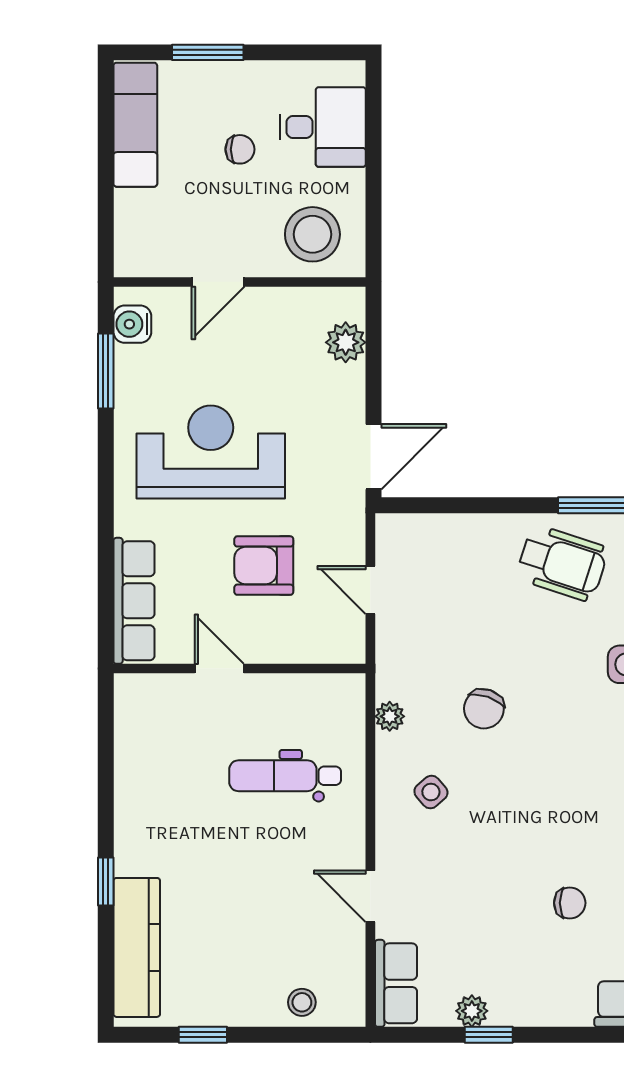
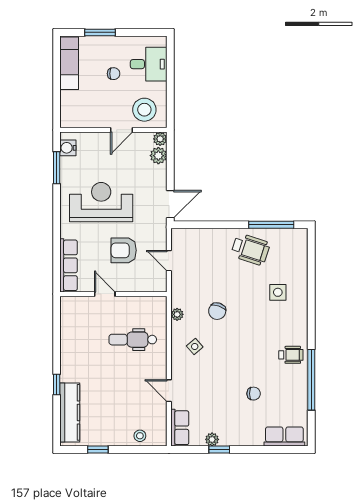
door: (218, 282) -> (121, 130), moved
plant: (350, 303) -> (160, 139), added

